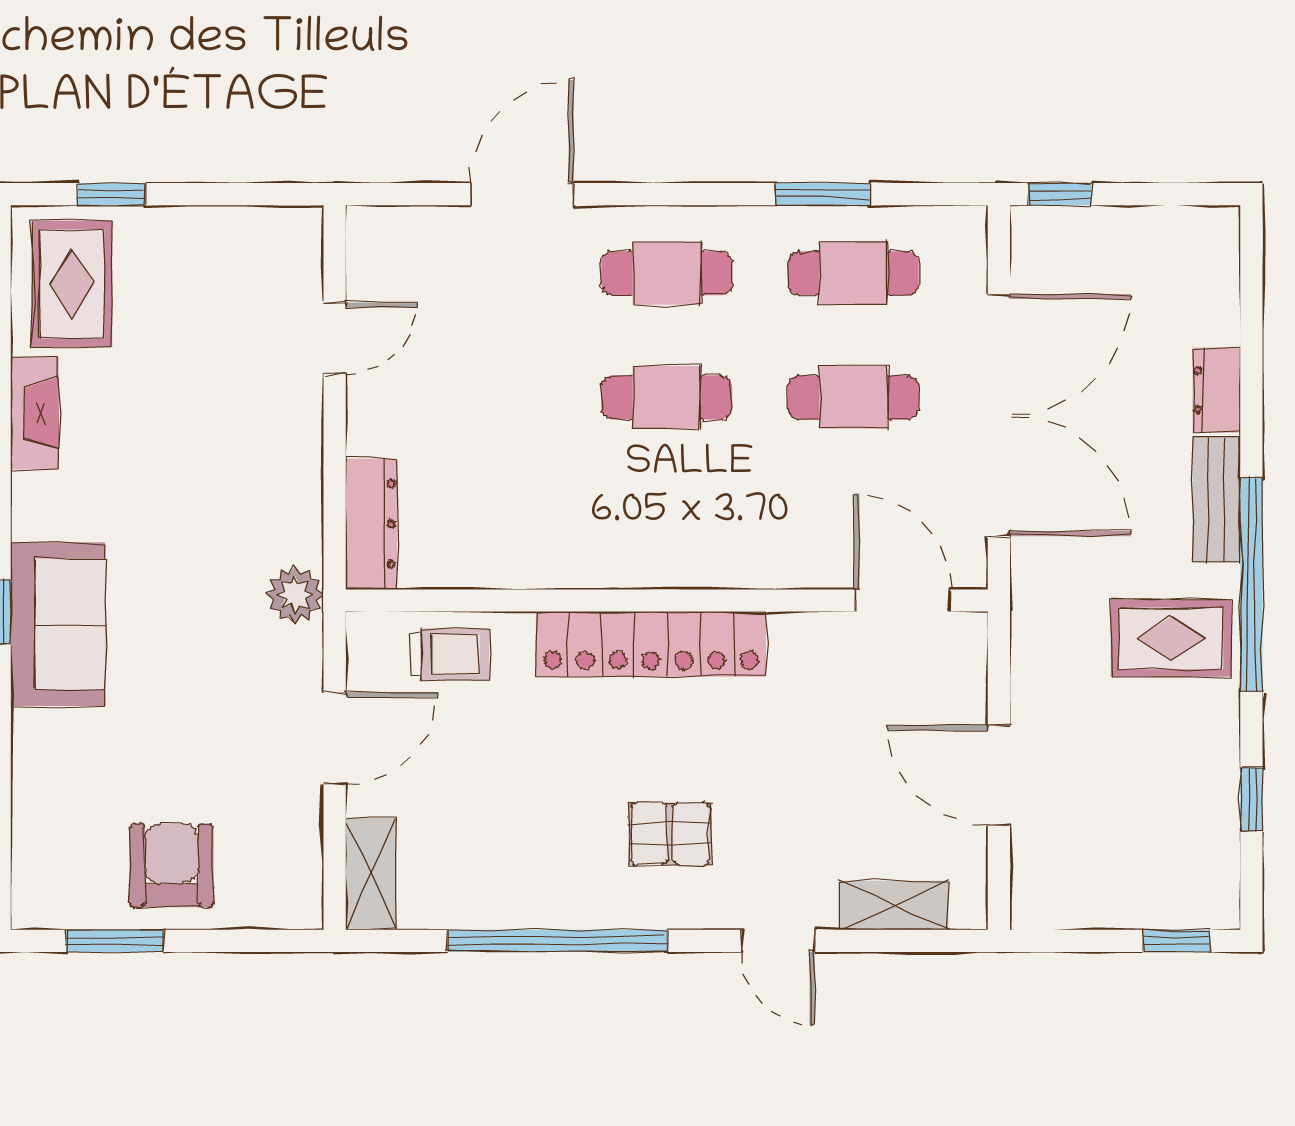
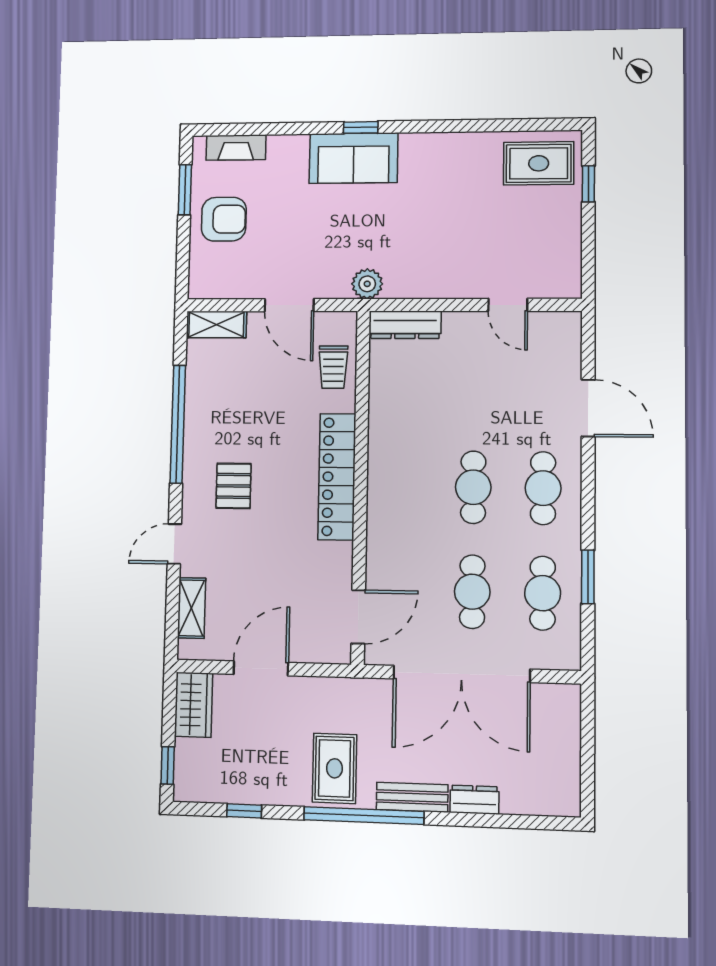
window: (1060, 194) -> (588, 713), removed
fireplace: (35, 413) -> (236, 148), moved
wardrobe: (1067, 897) -> (194, 705), added

